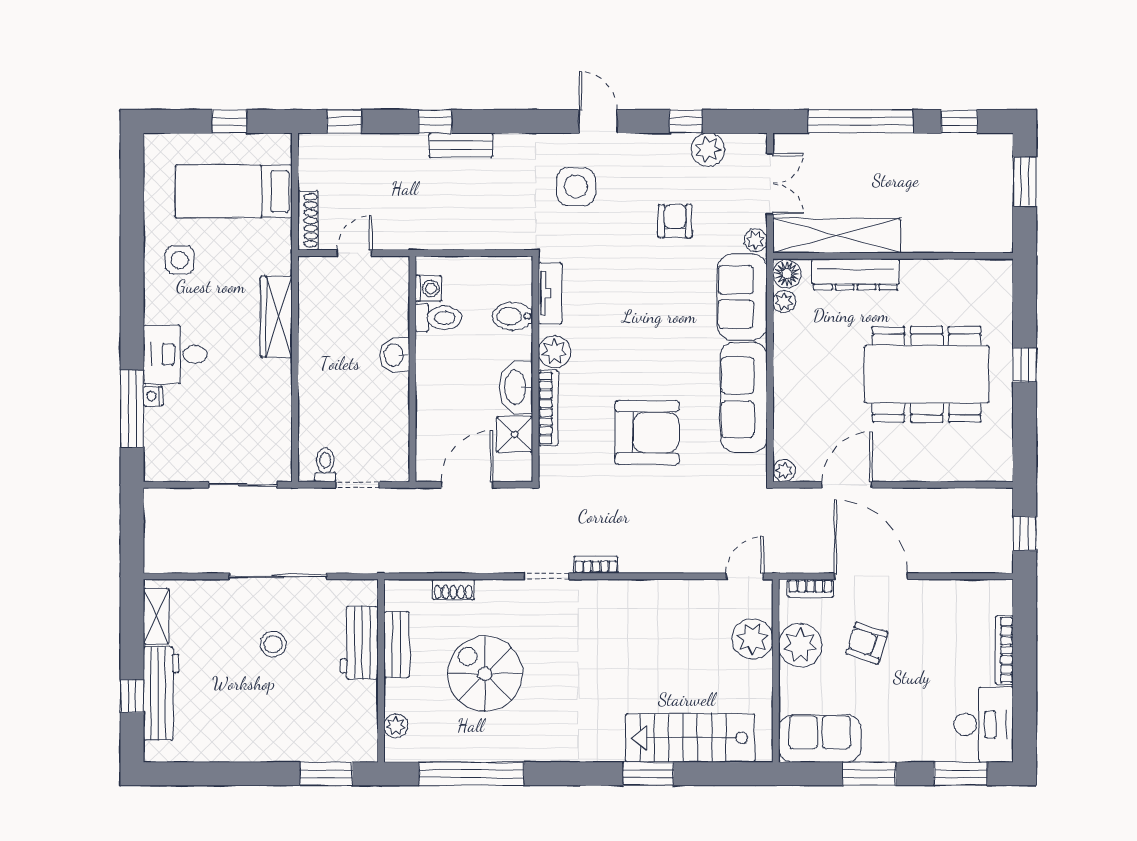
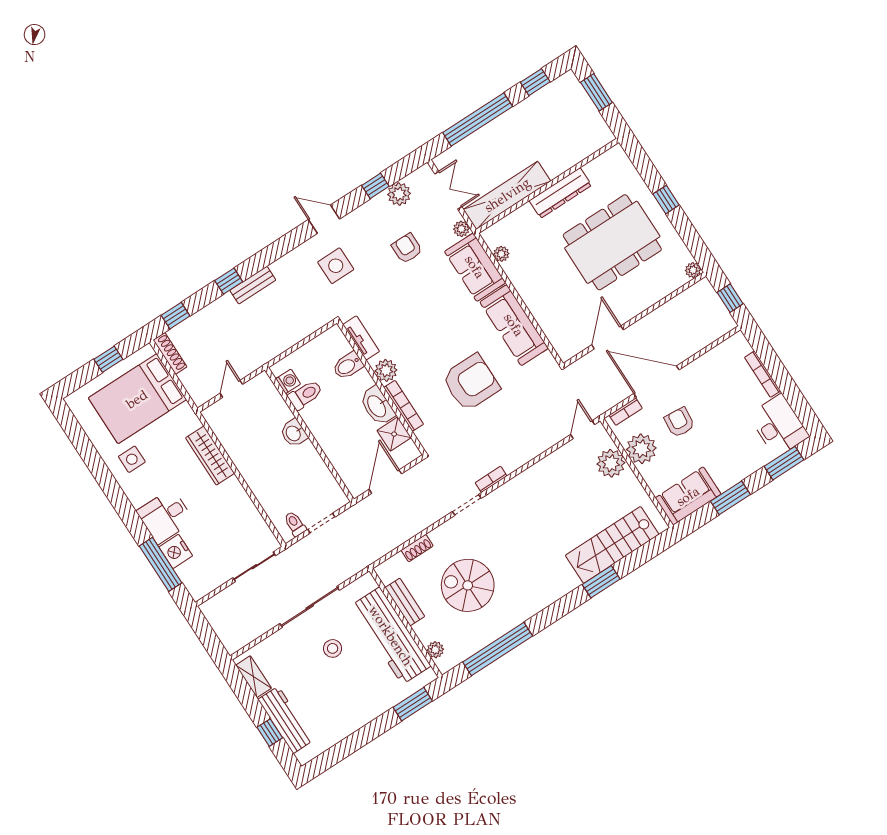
bed: (234, 191) -> (137, 399), width x1.50
shoe rack: (308, 220) -> (170, 353), moved
floor lamp: (787, 274) -> (492, 237), removed
dresser: (856, 274) -> (560, 193), moved
nightstand: (153, 396) -> (176, 551), width x1.89, depth x1.79
plant: (784, 471) -> (693, 270), moved
workbench: (359, 643) -> (391, 636), width x1.88, depth x1.32
armchair: (867, 643) -> (679, 422), turned 77

